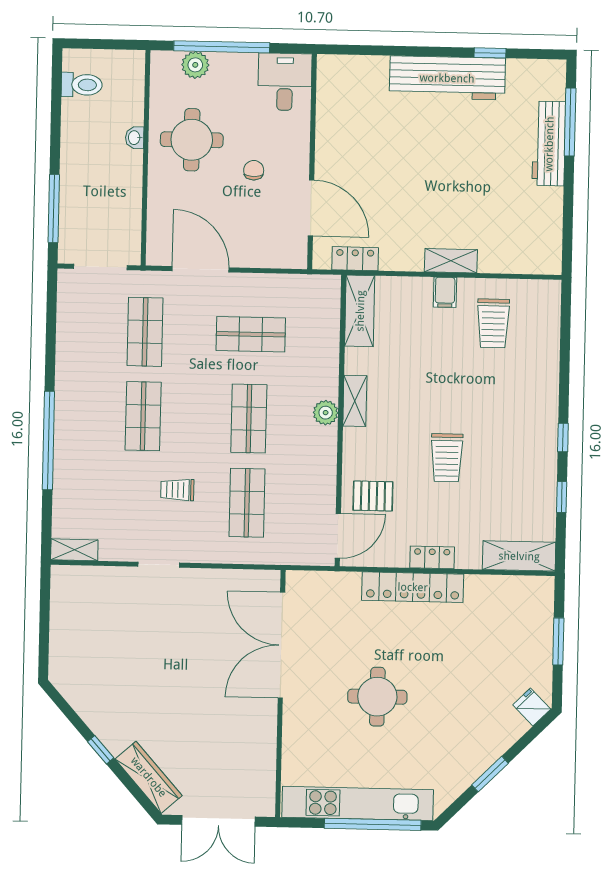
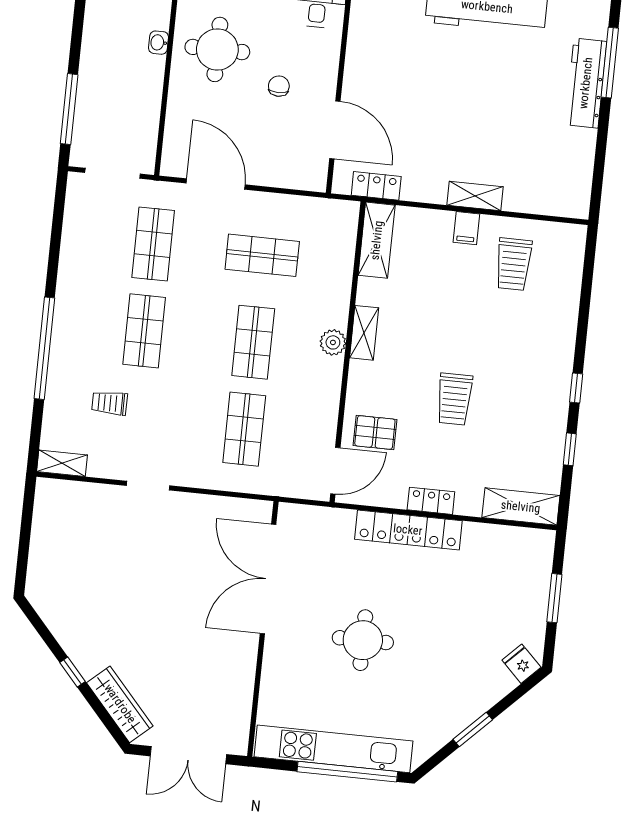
trolley: (177, 490) -> (110, 403), moved

